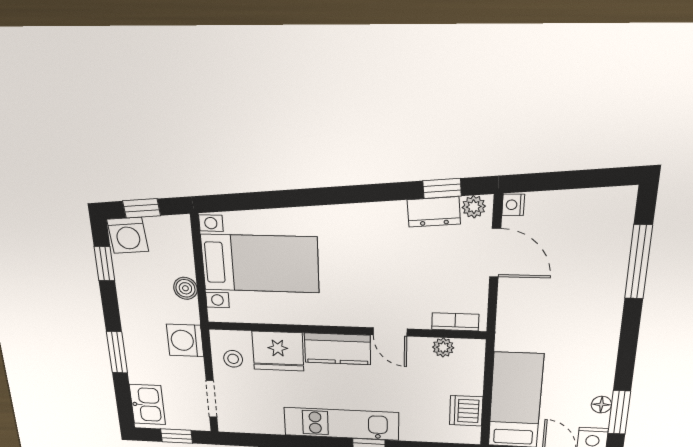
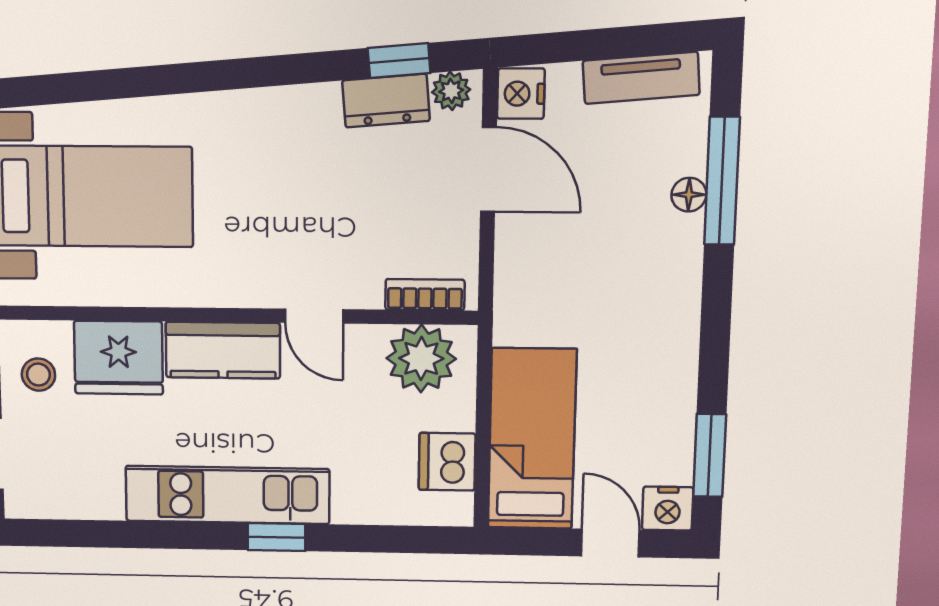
tv unit: (592, 201) -> (641, 78), added
nightstand: (513, 205) -> (521, 94), width x1.39, depth x1.35
plant: (443, 347) -> (421, 358), width x1.88, depth x1.88
floor lamp: (601, 405) -> (689, 195), moved

